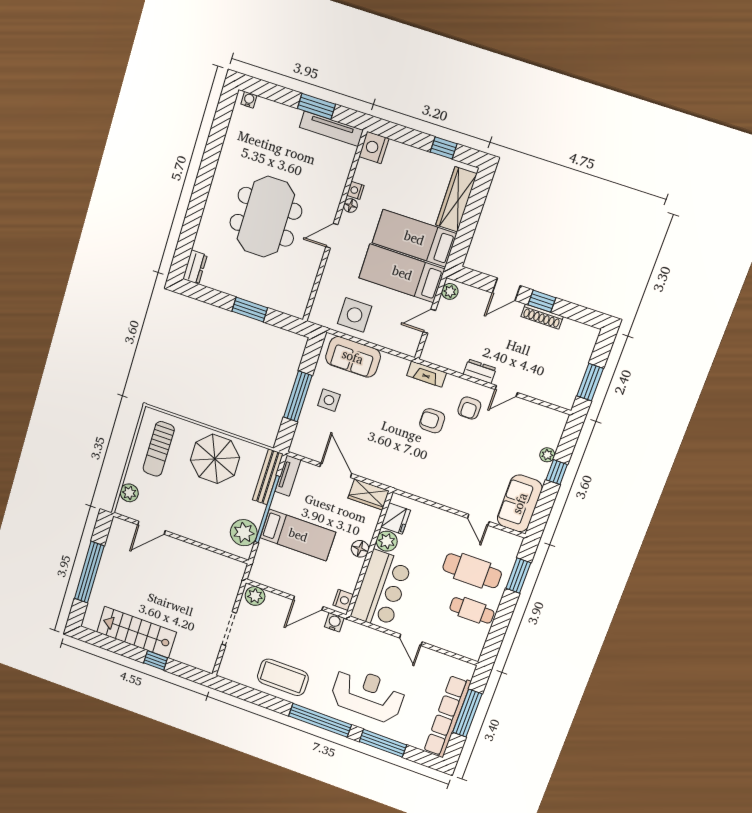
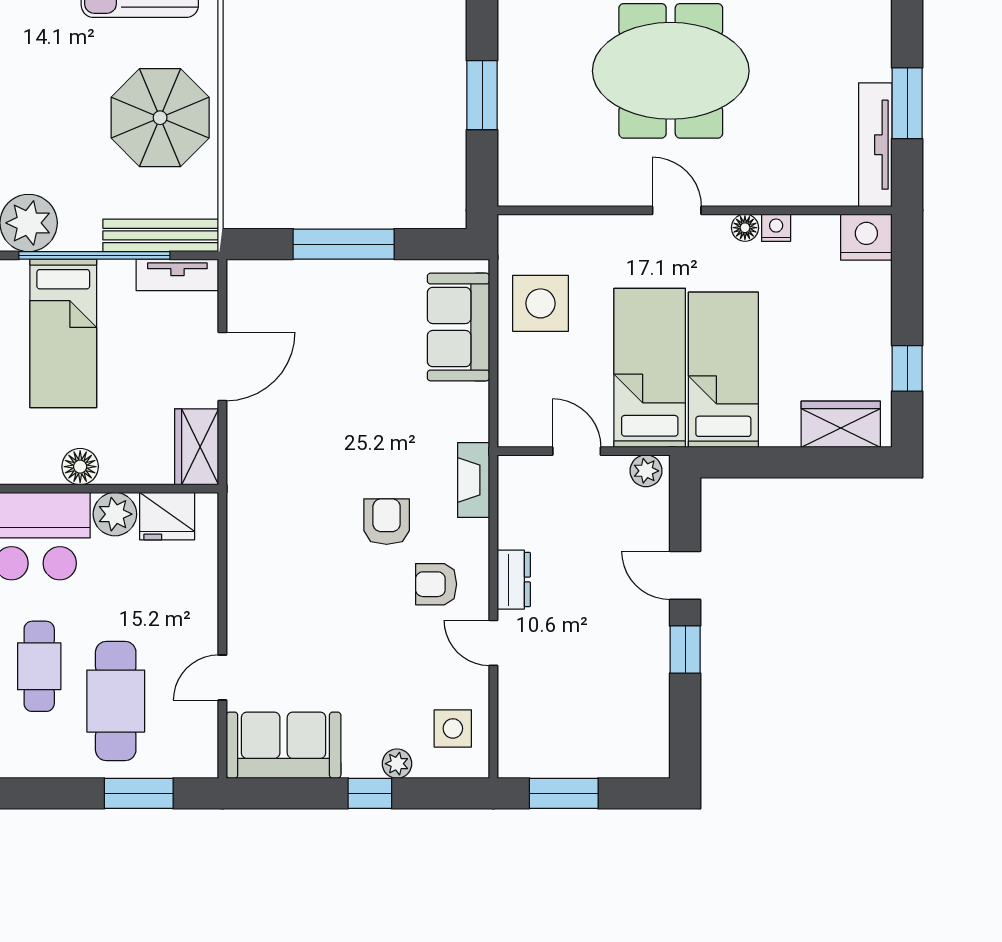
wardrobe: (456, 199) -> (841, 424), width x0.67
shoe rack: (542, 317) -> (657, 660), removed
side table: (329, 400) -> (453, 728), moved
cafe table: (472, 610) -> (39, 666), moved

